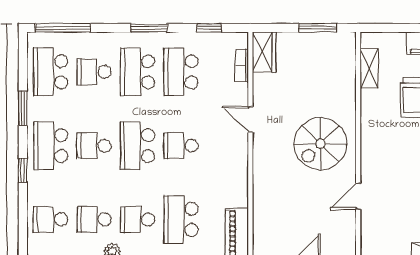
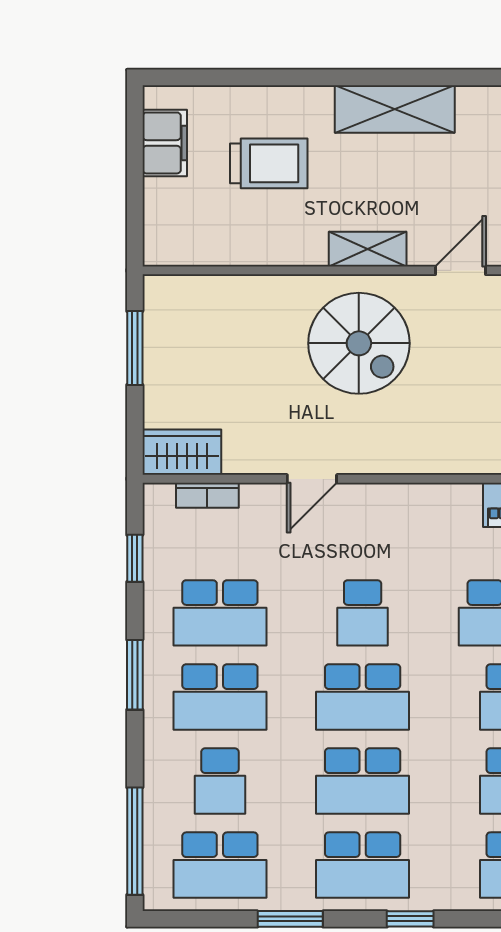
shelving: (369, 69) -> (368, 249), moved
school desk: (94, 146) -> (363, 781), width x1.85
door: (358, 196) -> (460, 270), swing flipped

